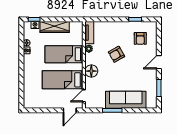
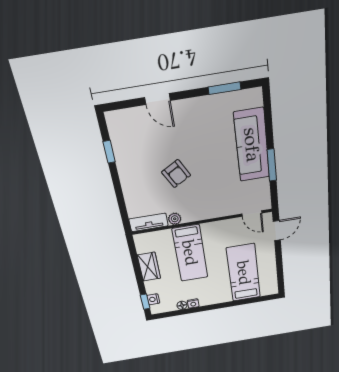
wardrobe: (55, 27) -> (149, 267), width x0.67
armchair: (140, 38) -> (141, 137), removed
door: (159, 62) -> (157, 99), moved
floor lamp: (91, 71) -> (210, 209), removed
bed: (63, 80) -> (244, 273), moved, turned 180
door: (70, 110) -> (277, 231), hinge flipped

